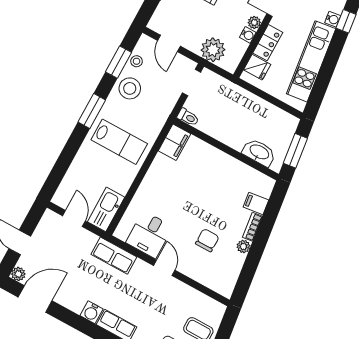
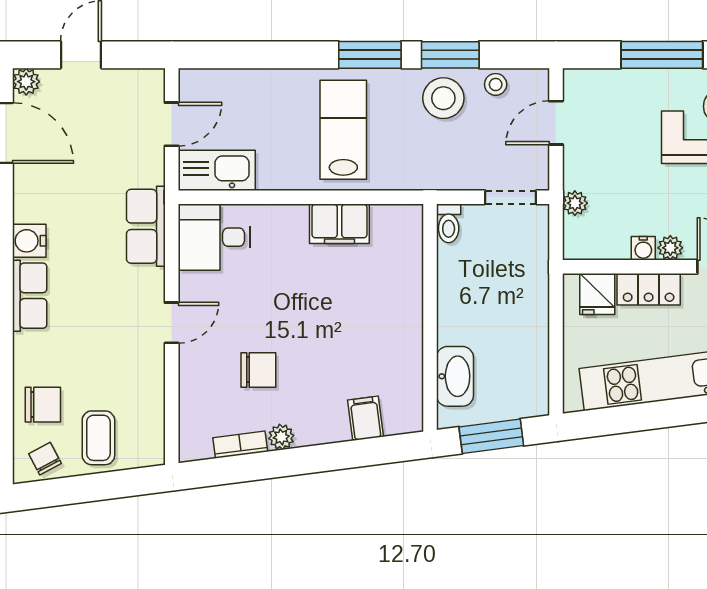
plant: (213, 50) -> (575, 203), width x0.53, depth x0.53
window: (119, 62) -> (450, 55), moved
lab bench: (119, 142) -> (343, 130), turned 180
filing cabinet: (174, 142) -> (339, 224), moved
bookcase: (252, 227) -> (240, 445), moved
desk: (149, 235) -> (214, 237), moved

